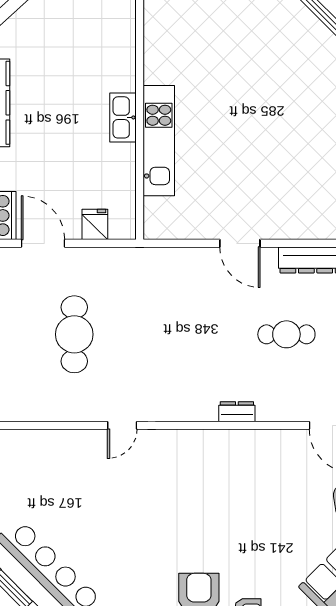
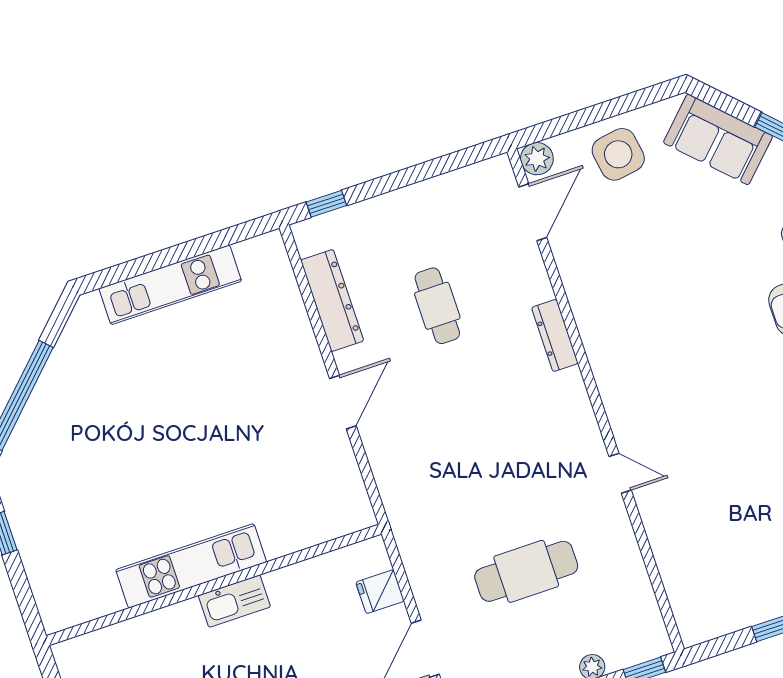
kitchen unit: (159, 141) -> (191, 566), moved
dresser: (237, 412) -> (555, 335), width x1.44

